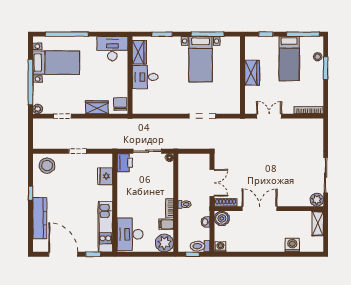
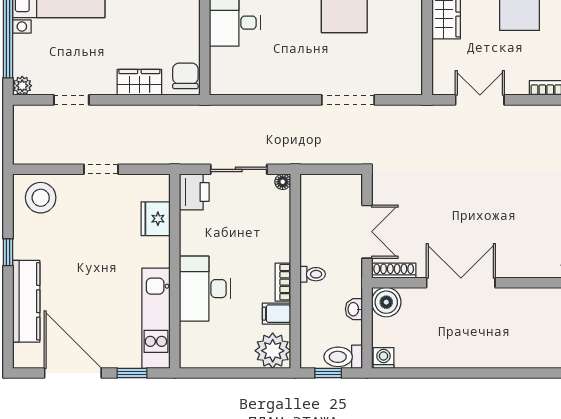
desk: (130, 234) -> (205, 289), moved
washing machine: (292, 245) -> (526, 355), removed

